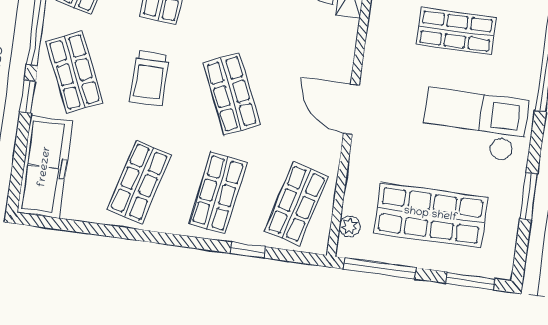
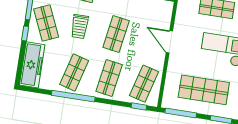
shop shelf: (232, 94) -> (116, 34), turned 33
plant: (350, 226) -> (168, 94), removed
window: (138, 235) -> (73, 96), added
window: (248, 250) -> (139, 106), moved

